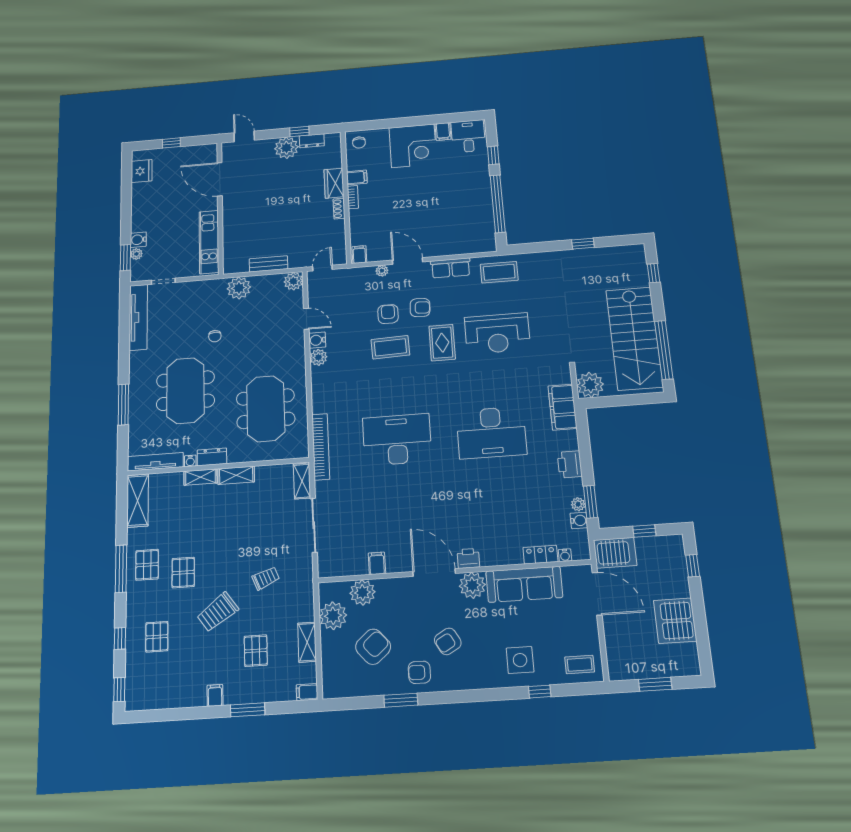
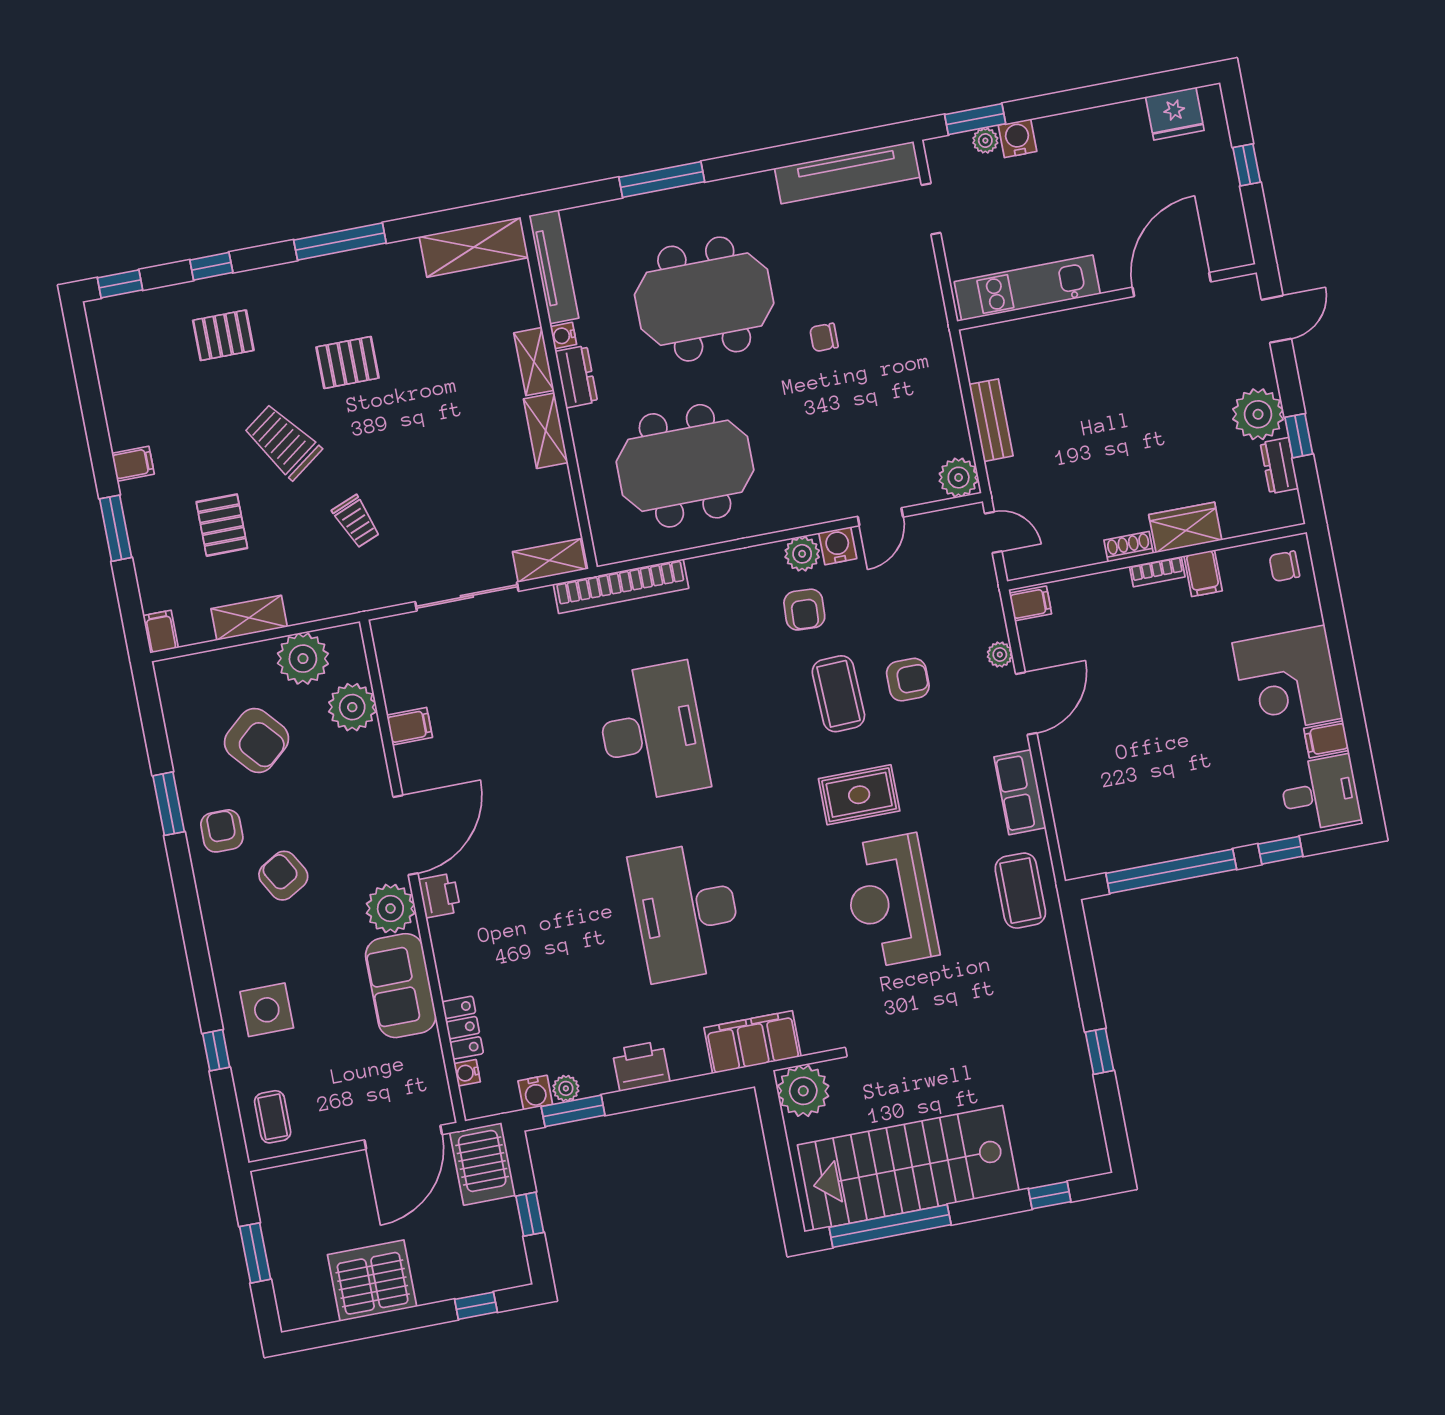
plant: (239, 288) -> (932, 368), removed
armchair: (420, 308) -> (804, 610), moved
pallet: (147, 565) -> (353, 290), removed
sofa: (524, 584) -> (401, 986), width x0.73
pallet: (256, 651) -> (222, 525), turned 90

